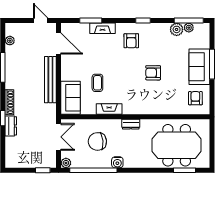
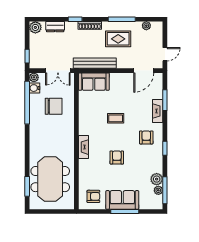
armchair: (131, 41) -> (146, 137), turned 90
rug: (24, 71) -> (118, 39), added
bench: (50, 80) -> (95, 63), moved
coffee table: (97, 83) -> (116, 118), moved
fireplace: (109, 109) -> (83, 147), moved
dresser: (131, 124) -> (70, 137), removed
dresser: (11, 126) -> (55, 27), moved
chair: (97, 141) -> (54, 106), turned 95
plant: (12, 161) -> (35, 27), added
water cooler: (117, 162) -> (35, 88), moved

